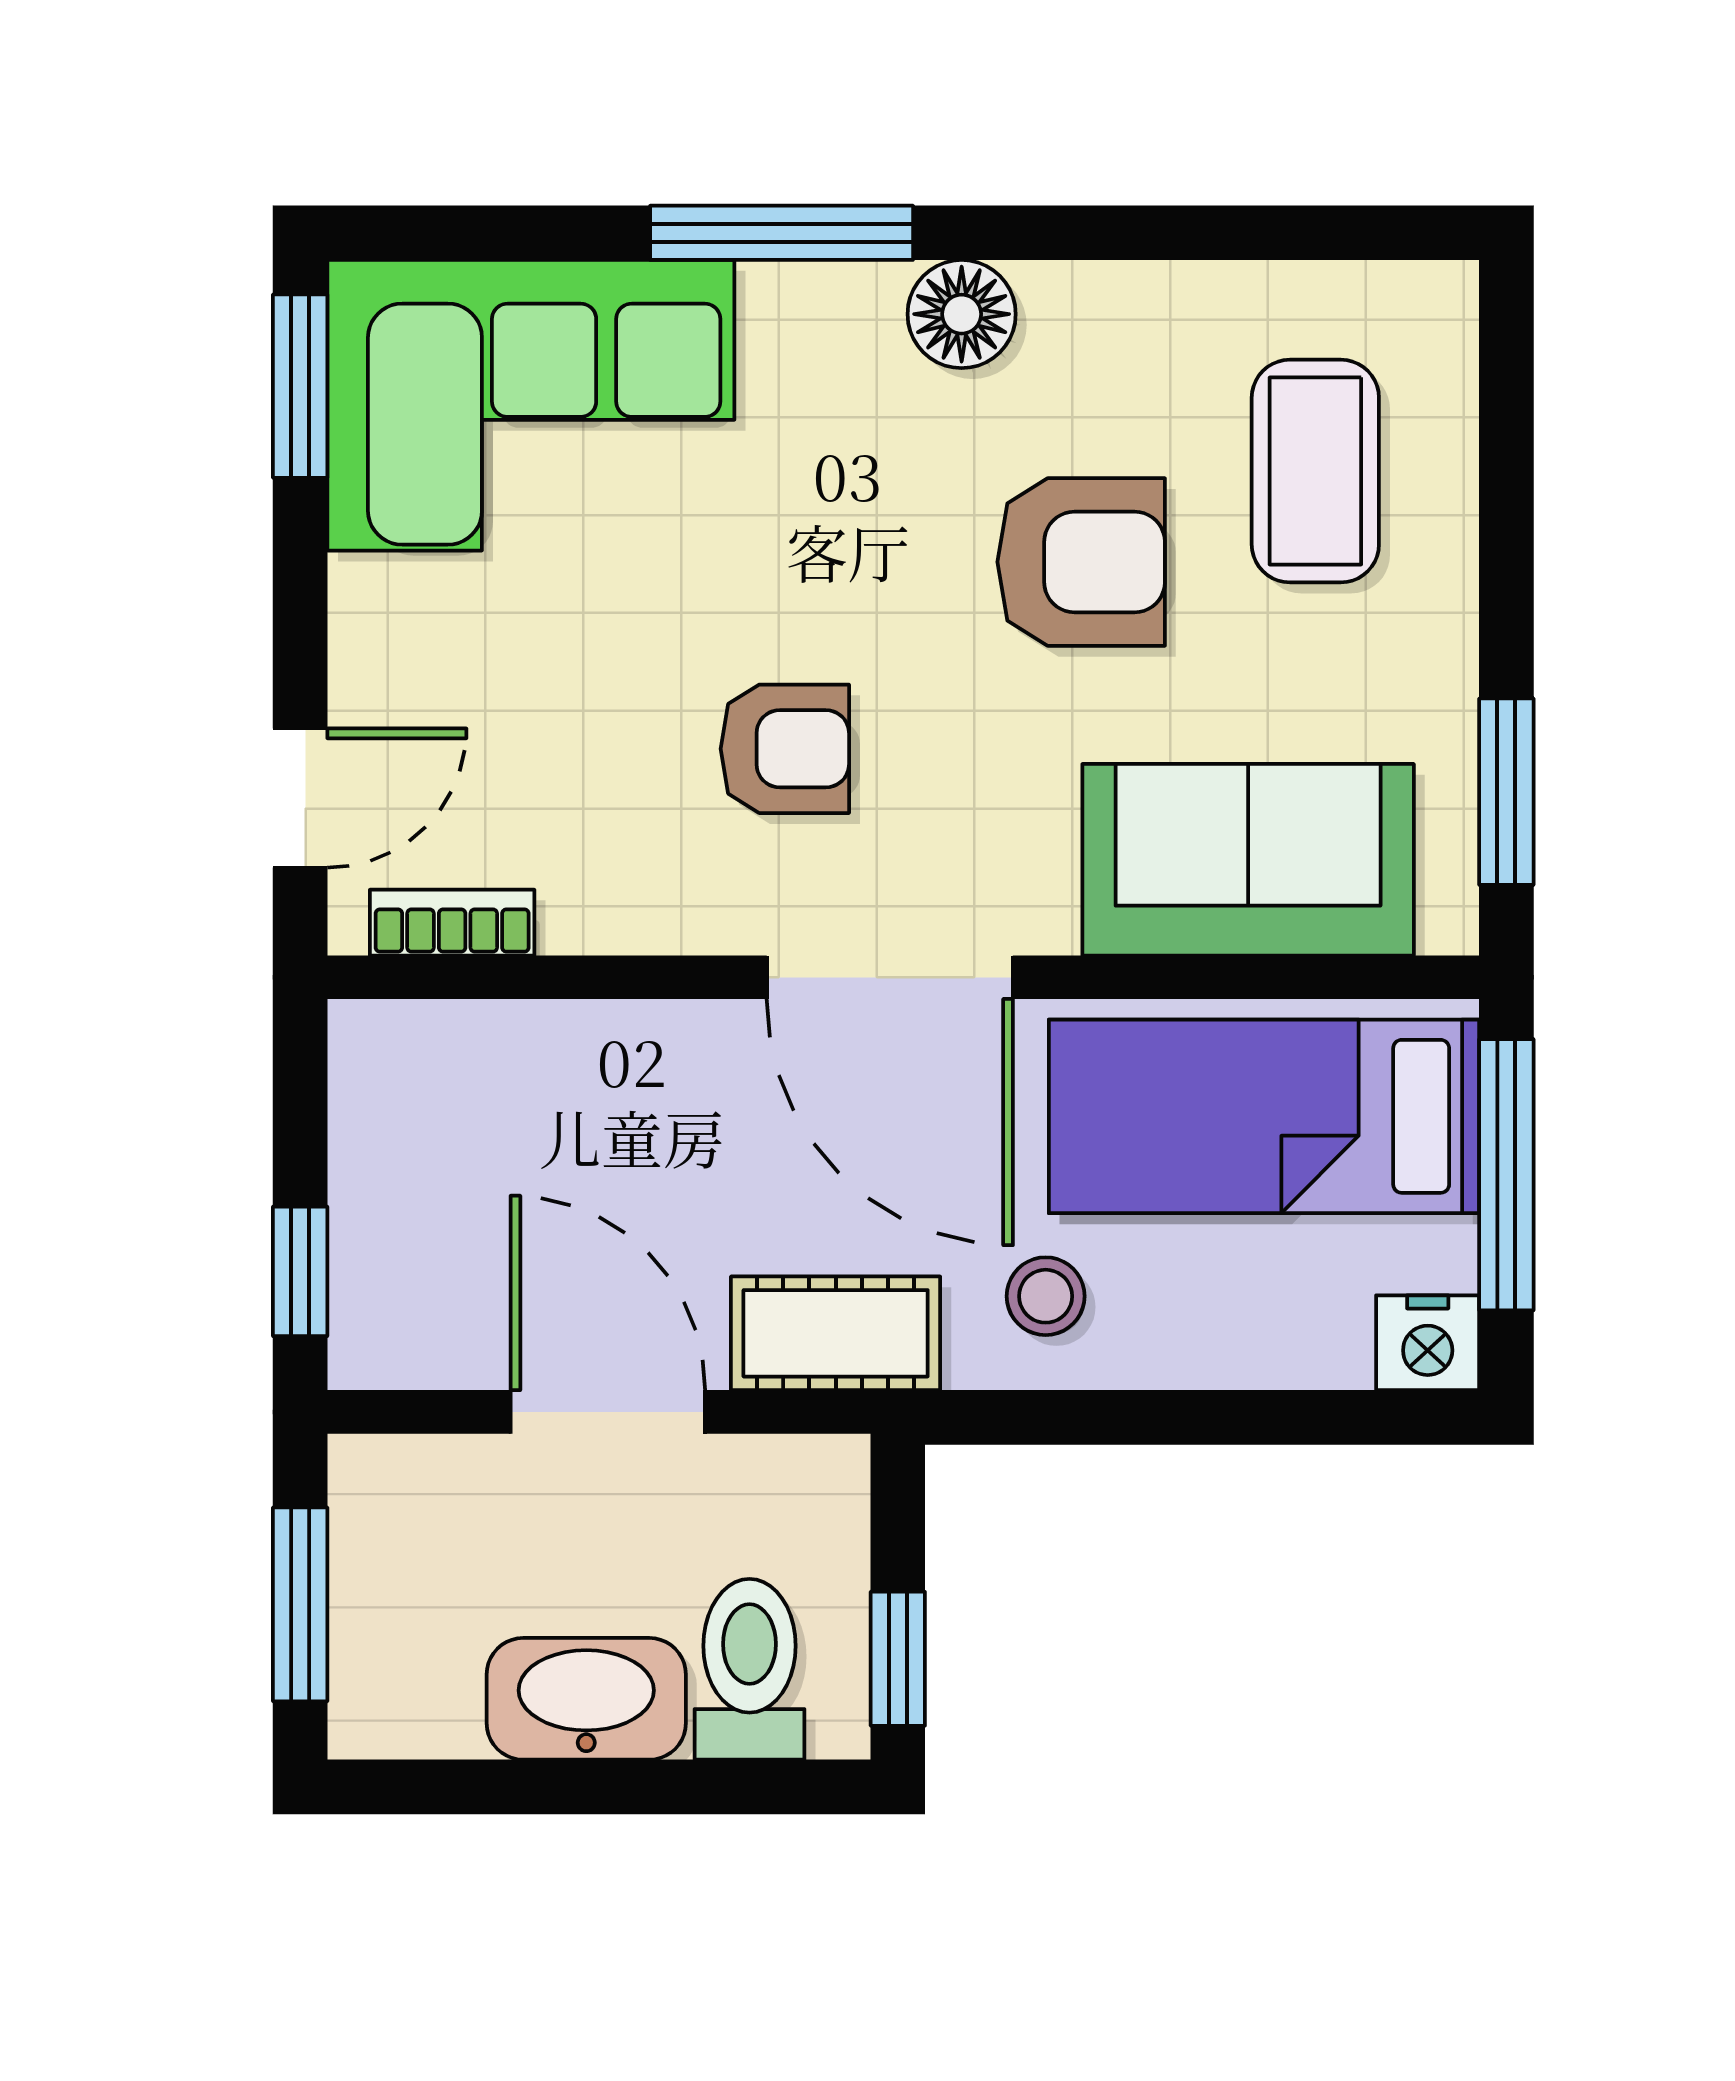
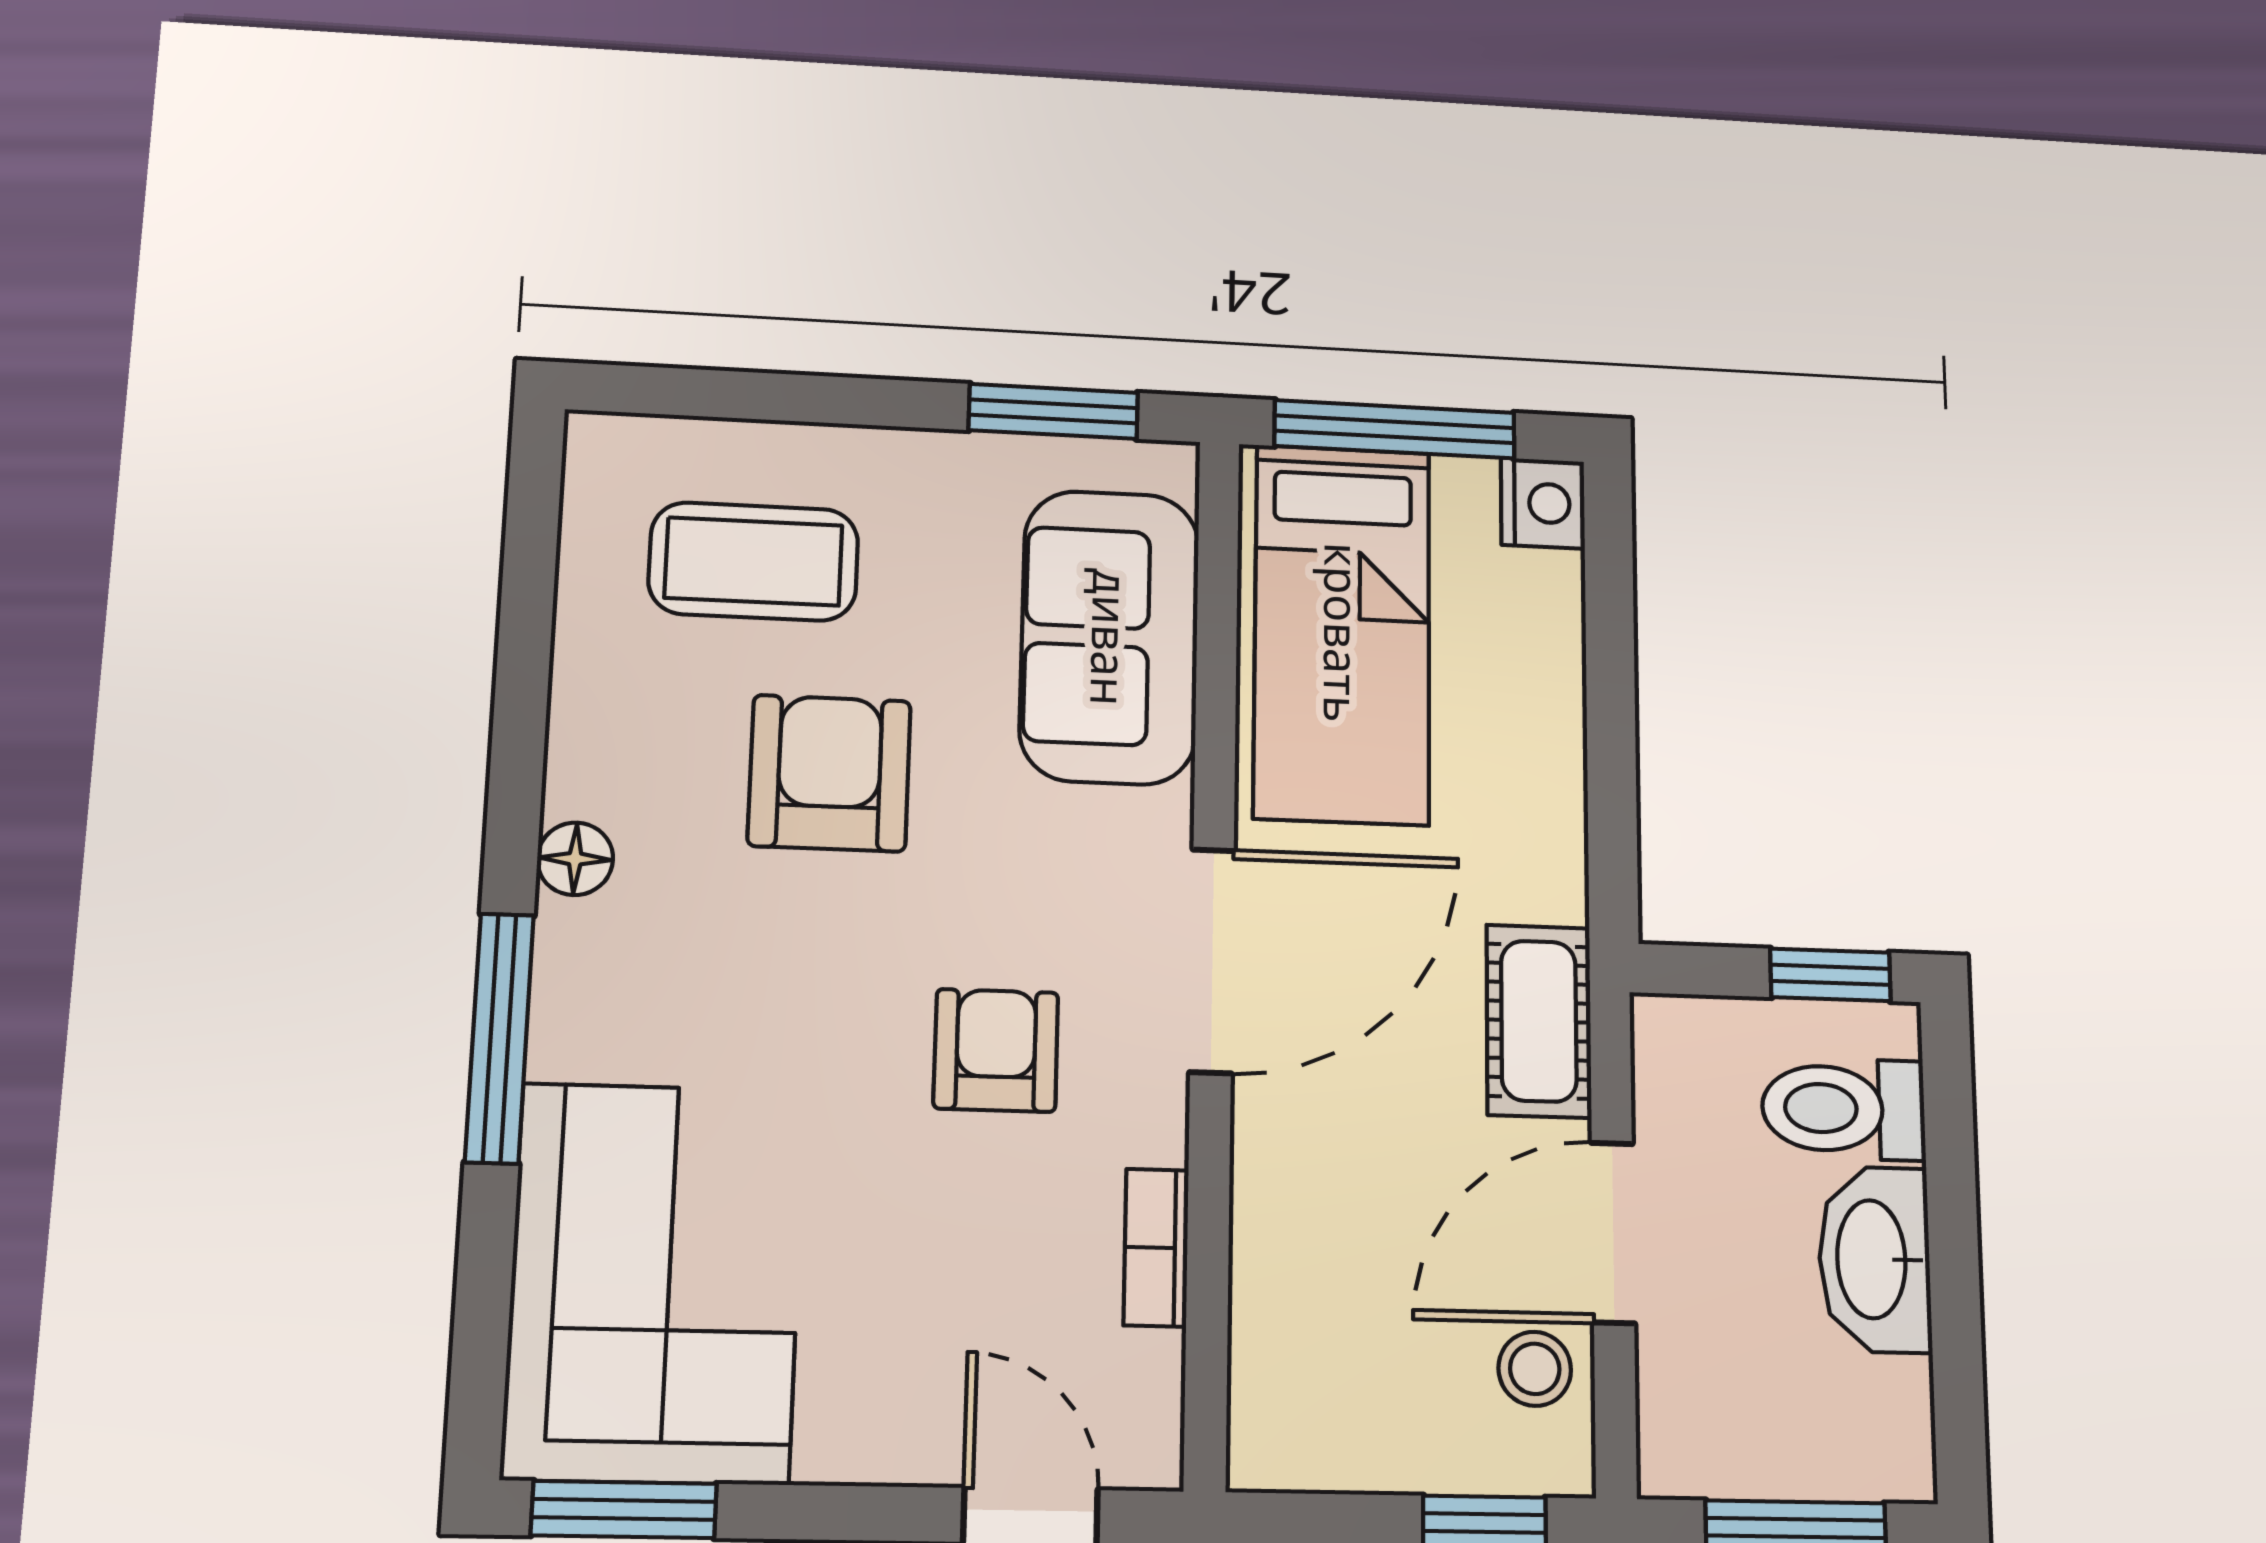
floor lamp: (962, 314) -> (575, 859), width x0.73, depth x0.73
bookcase: (452, 923) -> (1156, 1248), moved
stool: (1046, 1296) -> (1535, 1369), moved

